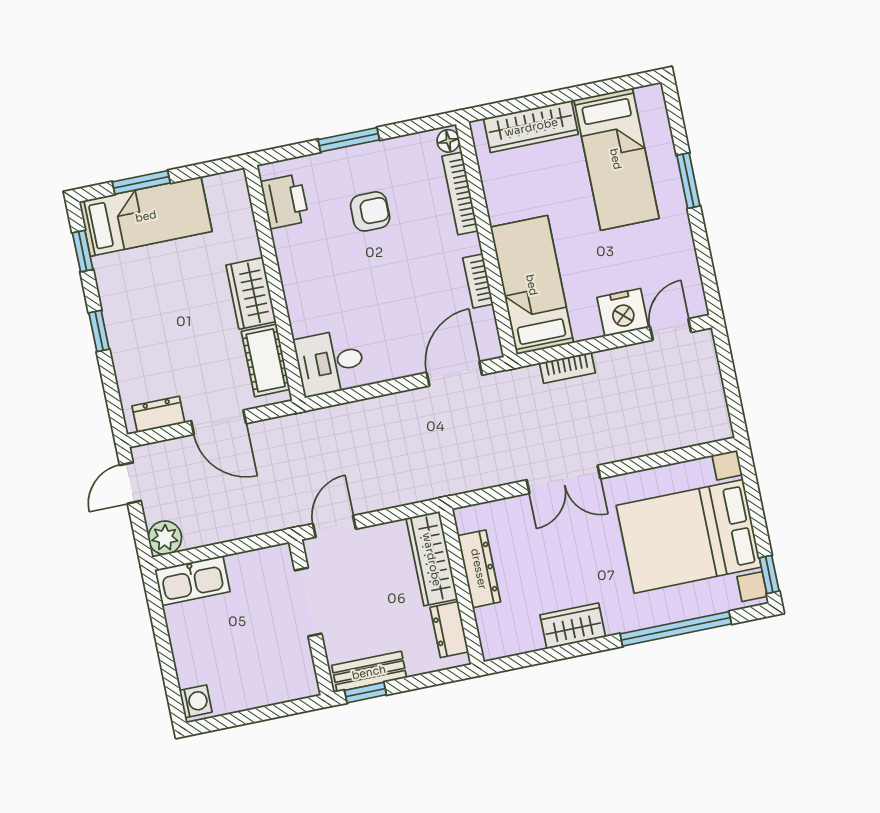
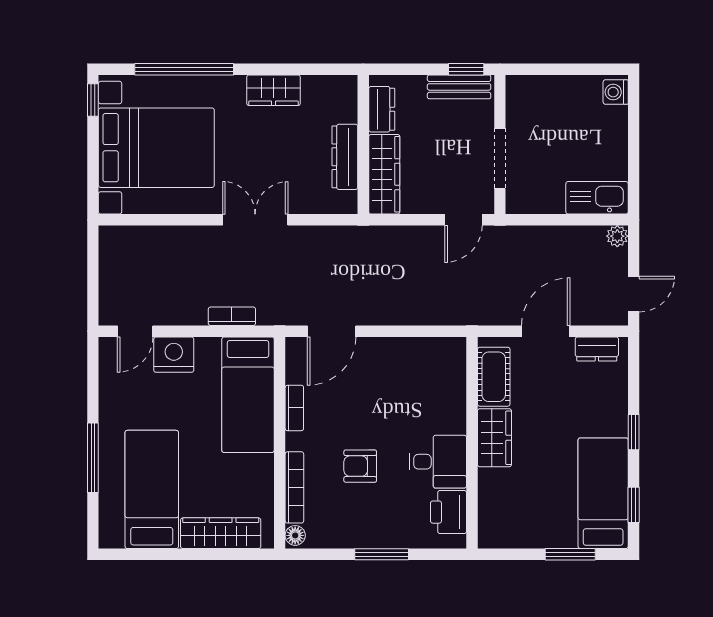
window: (688, 181) -> (93, 458), width x1.44
armchair: (370, 211) -> (360, 466), moved
bed: (146, 216) -> (603, 493), moved, turned 90
desk: (330, 363) -> (438, 462), moved
door: (219, 422) -> (546, 331), hinge flipped
plant: (165, 538) -> (617, 236), width x0.73, depth x0.73

